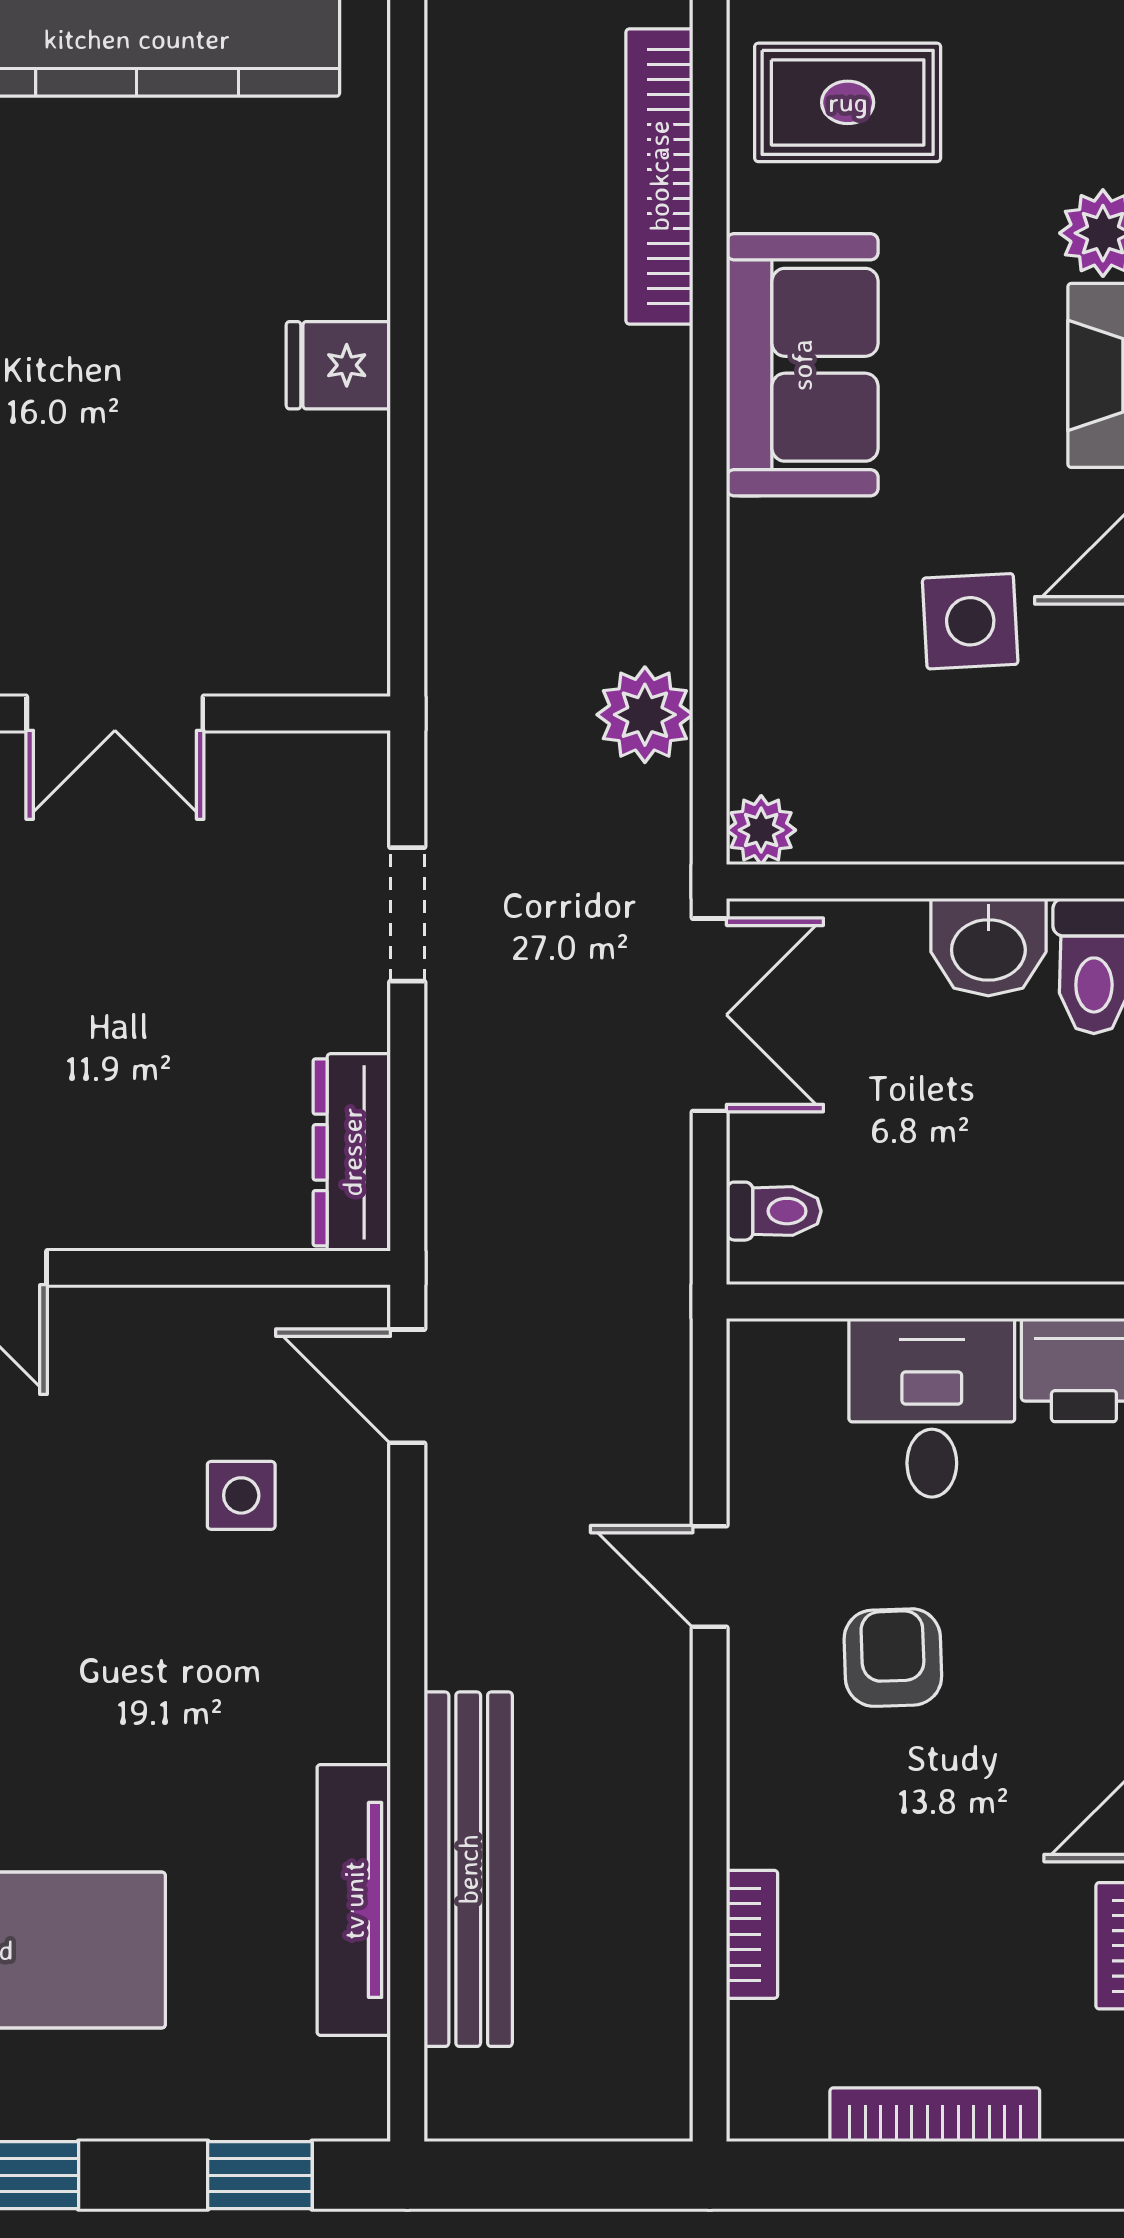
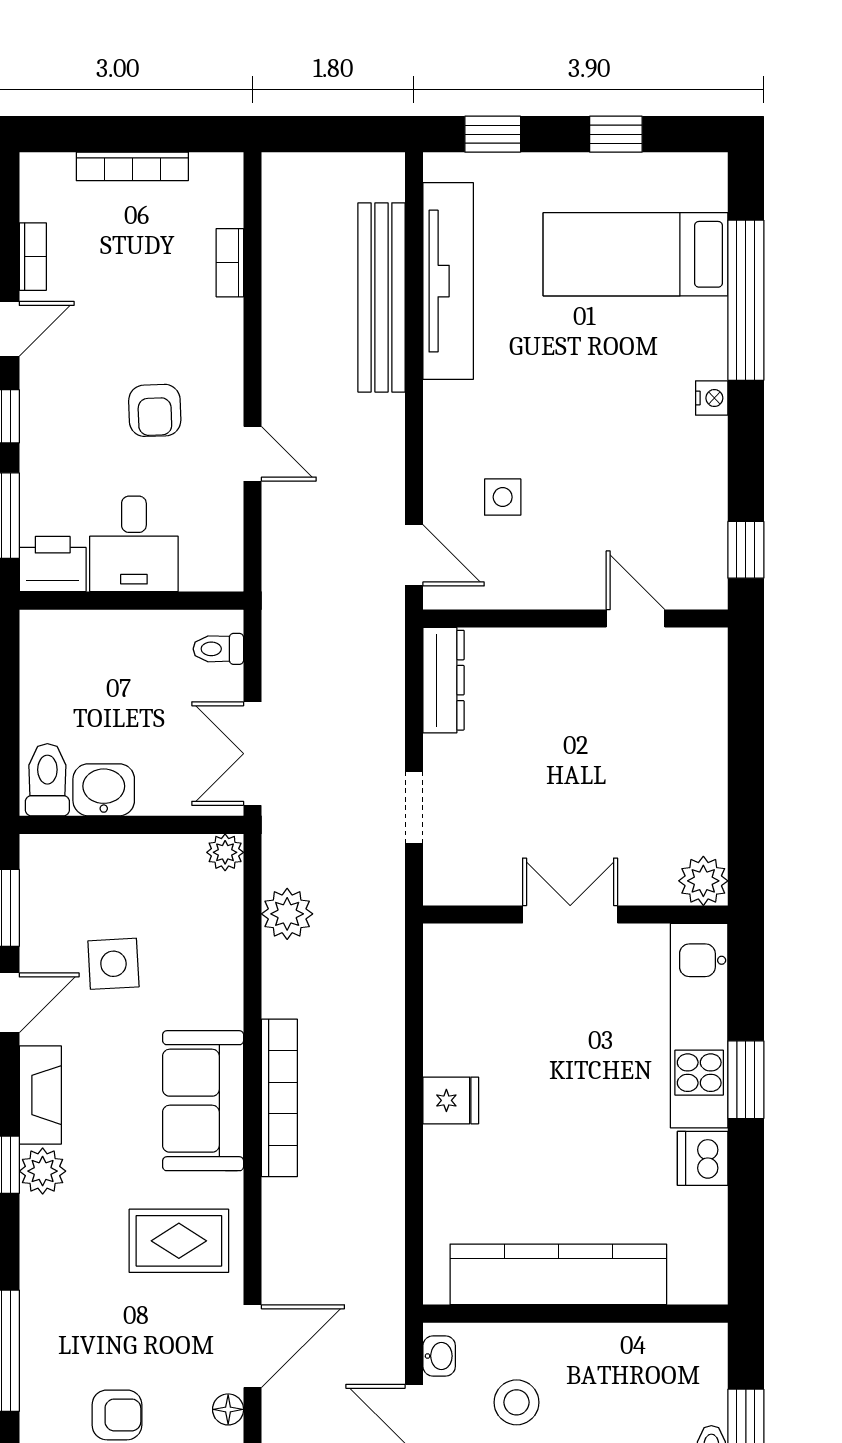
bookcase: (659, 176) -> (279, 1098), moved
tv unit: (354, 1900) -> (448, 281), width x1.36, depth x1.29

